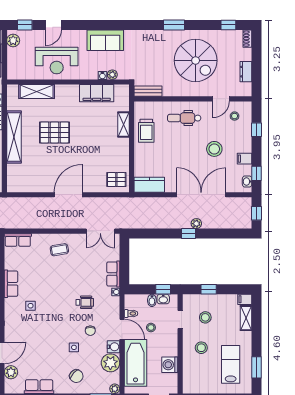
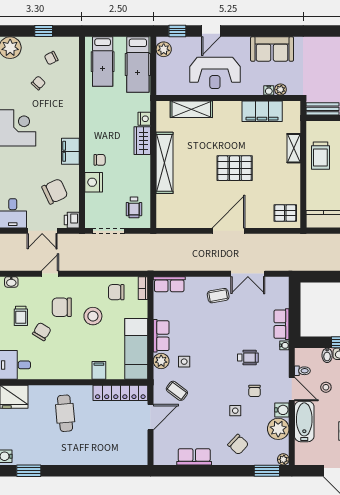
pallet: (55, 132) -> (235, 168), moved
double door: (100, 231) -> (248, 274), moved
coffee table: (24, 331) -> (177, 391), added
bathtub: (136, 363) -> (304, 421), width x0.73, depth x0.73
plant: (11, 372) -> (161, 361), moved

